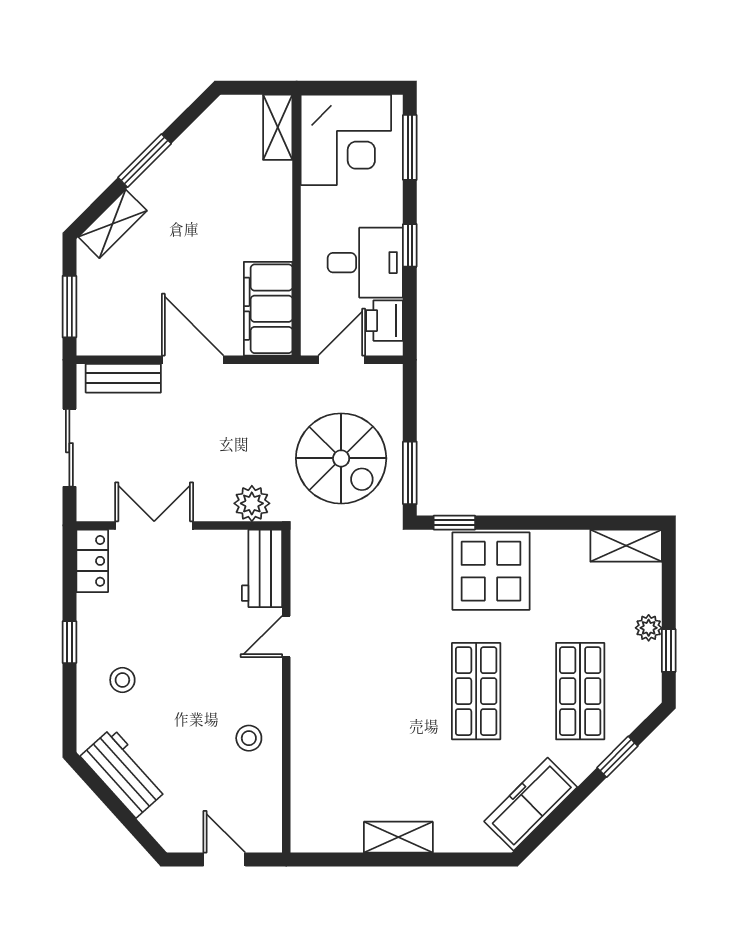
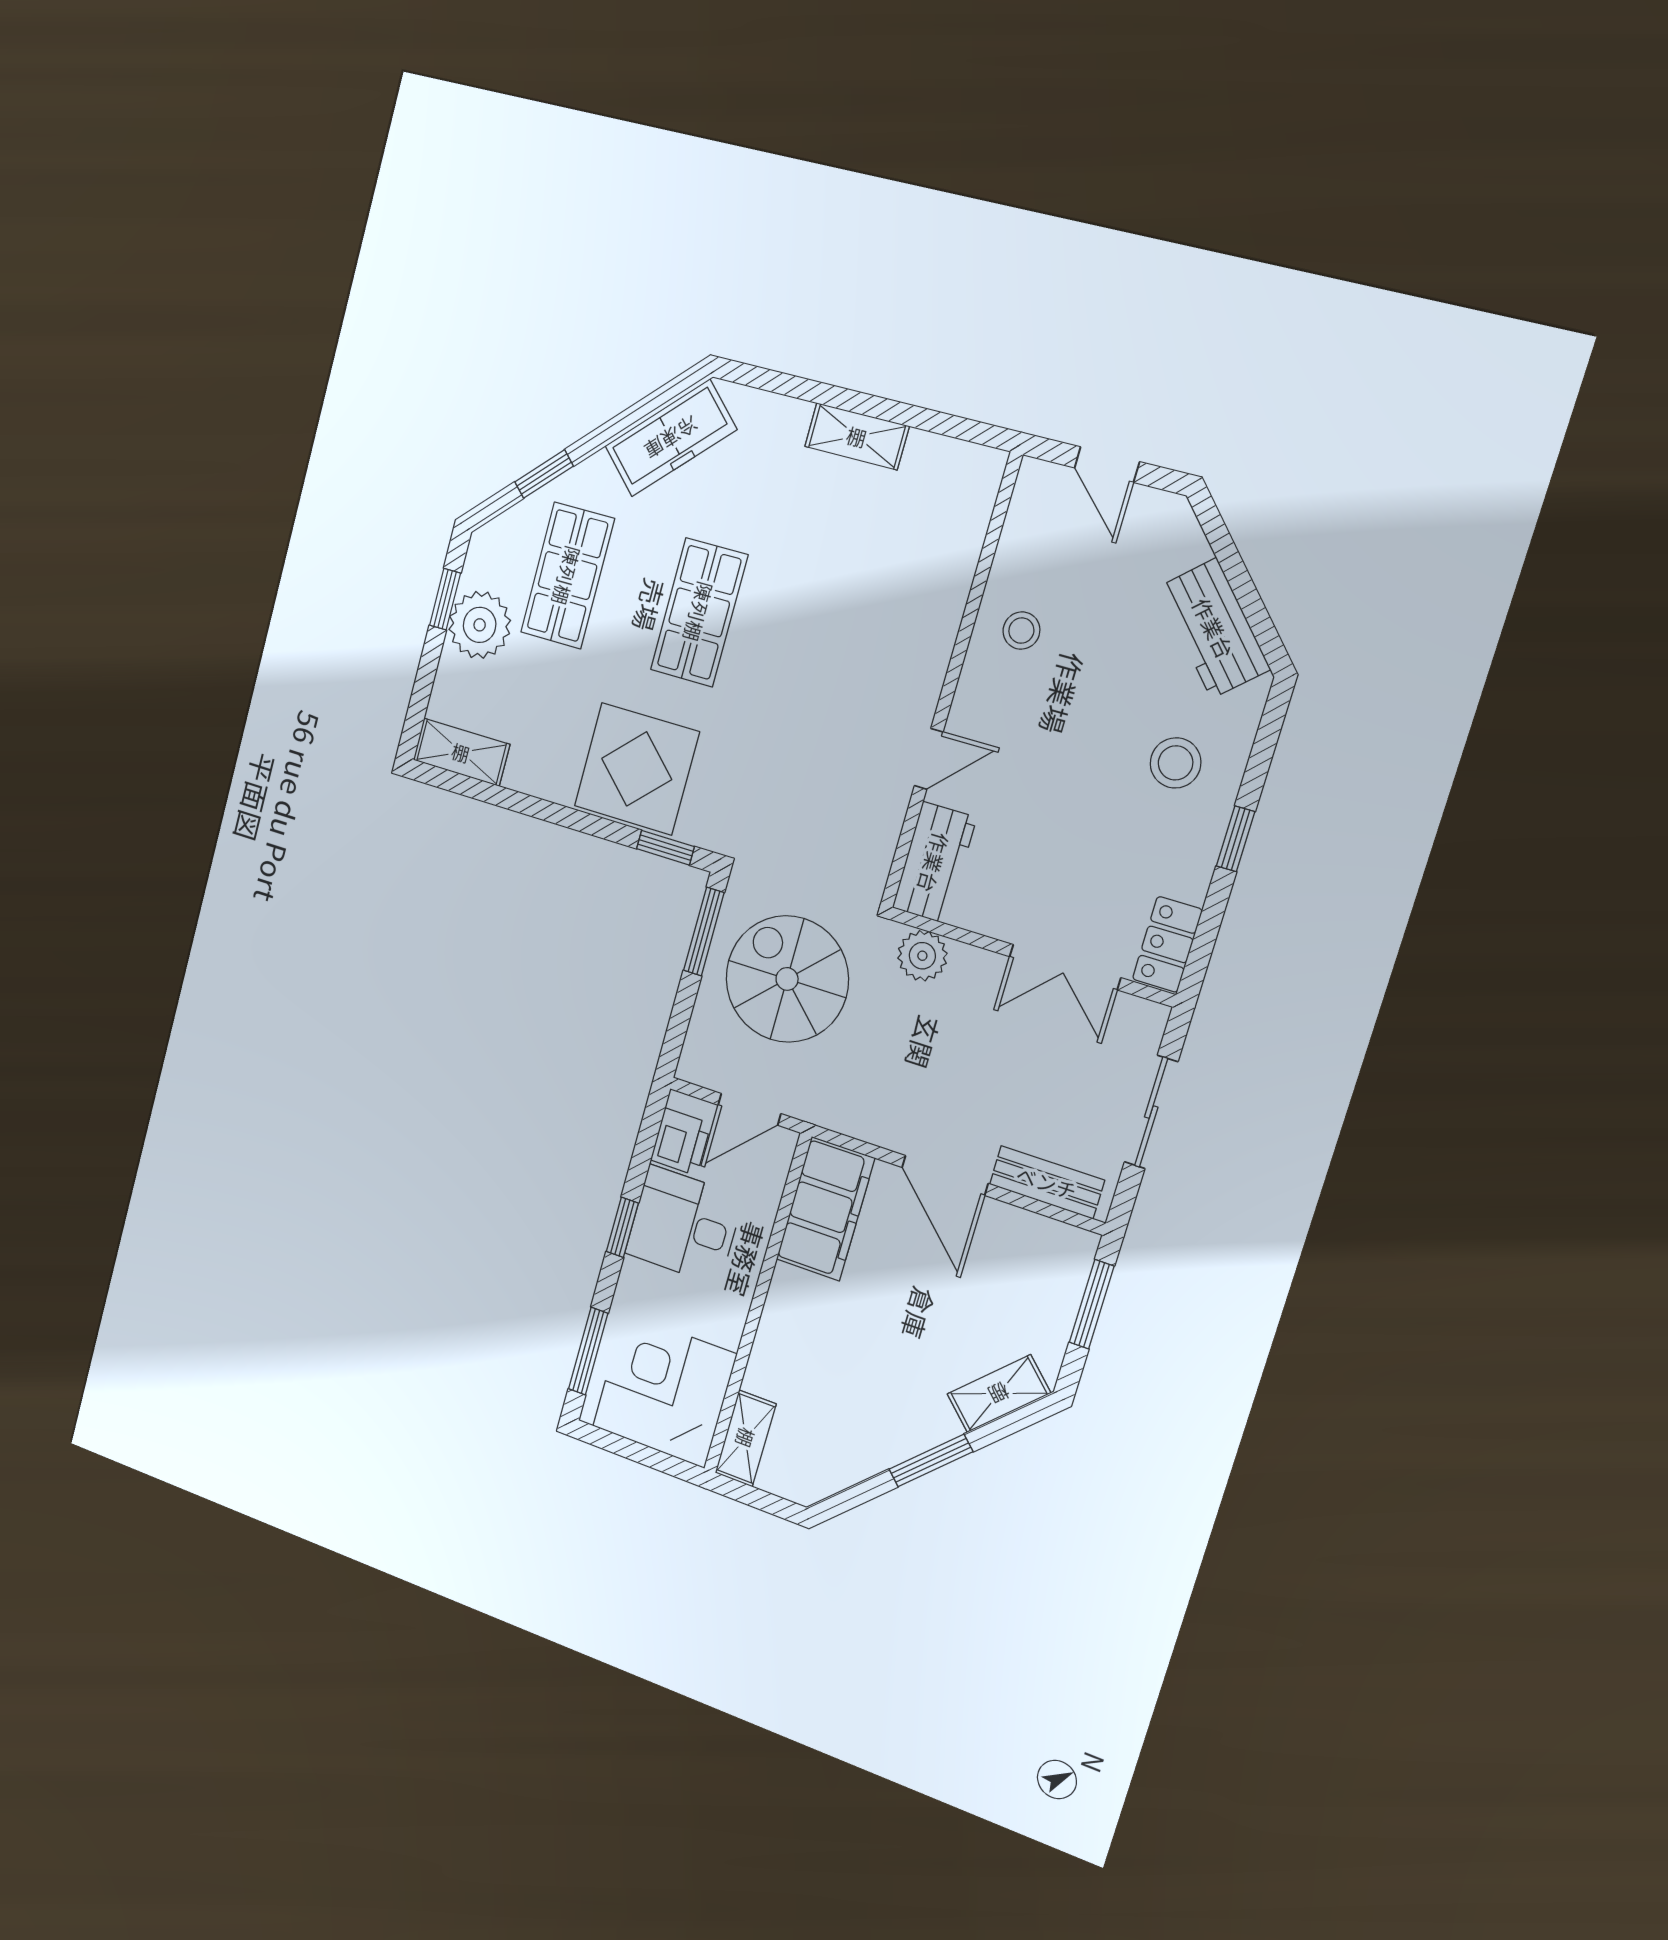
plant: (649, 628) -> (480, 625), width x1.87, depth x1.87
stool: (122, 680) -> (1176, 763), width x1.37, depth x1.37

